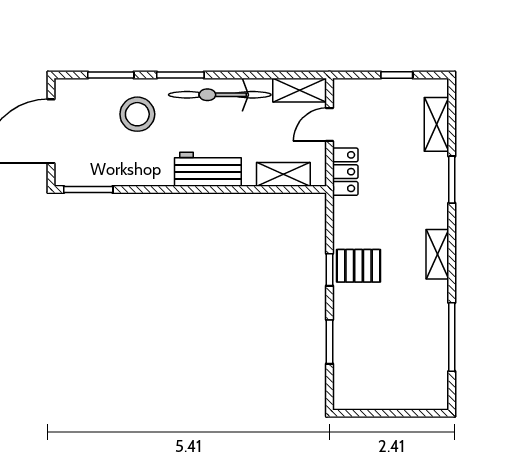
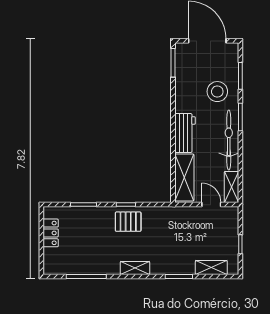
locker: (345, 172) -> (51, 233), moved, turned -90
shelving: (283, 174) -> (184, 178), width x1.50, depth x1.33
pallet: (358, 266) -> (128, 222), turned 90

